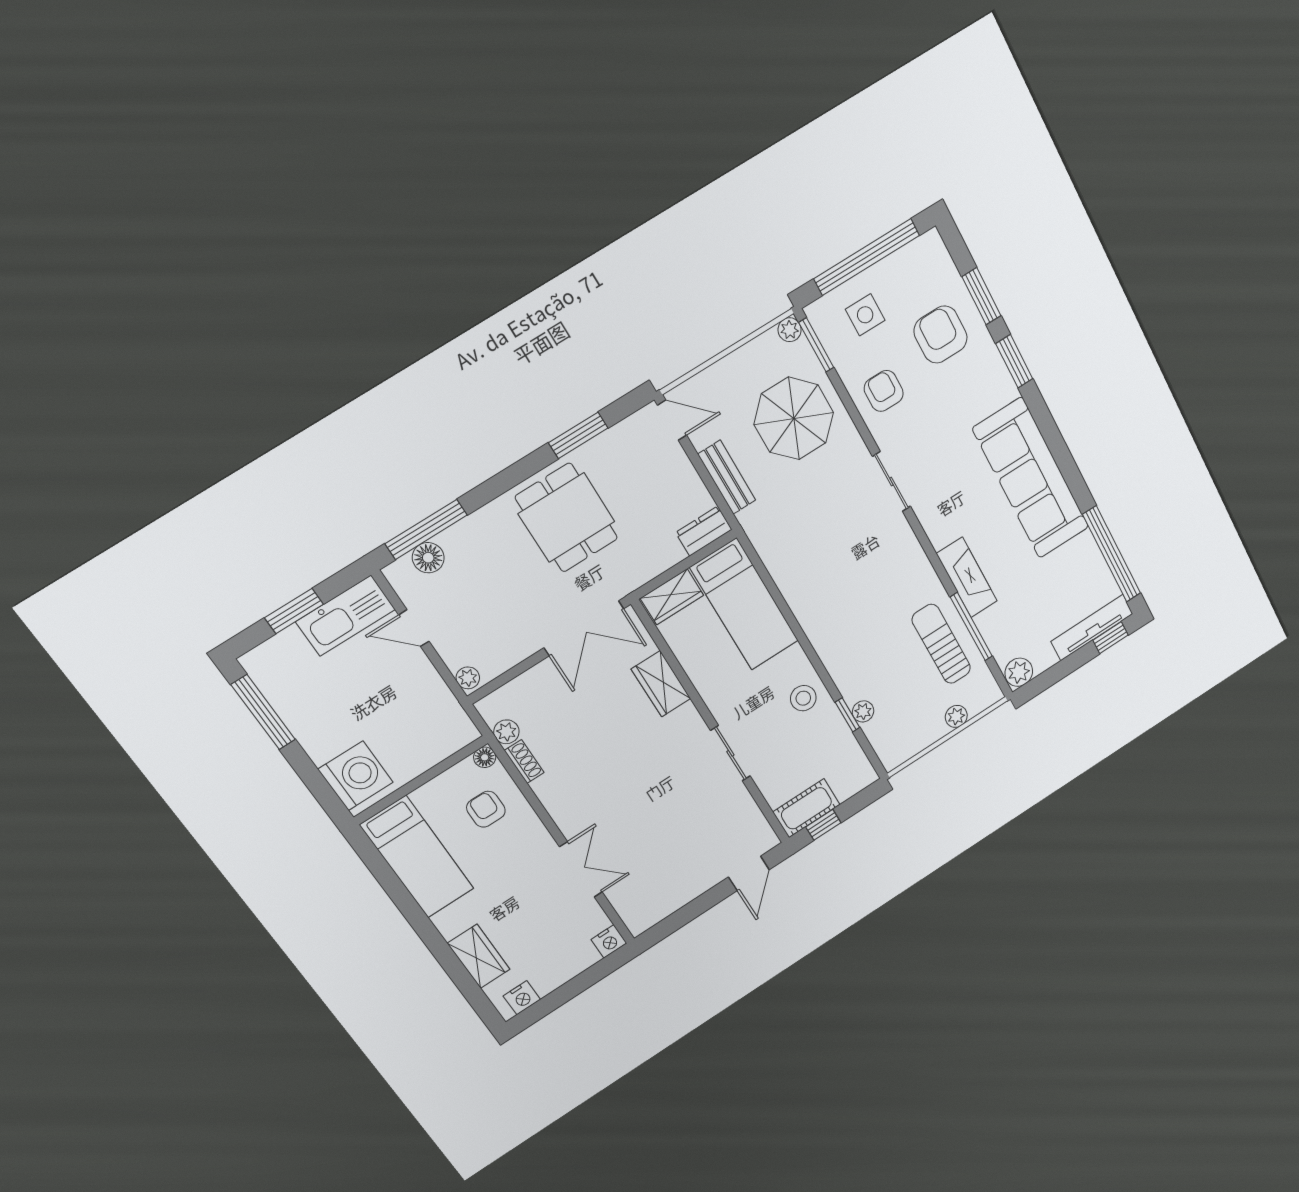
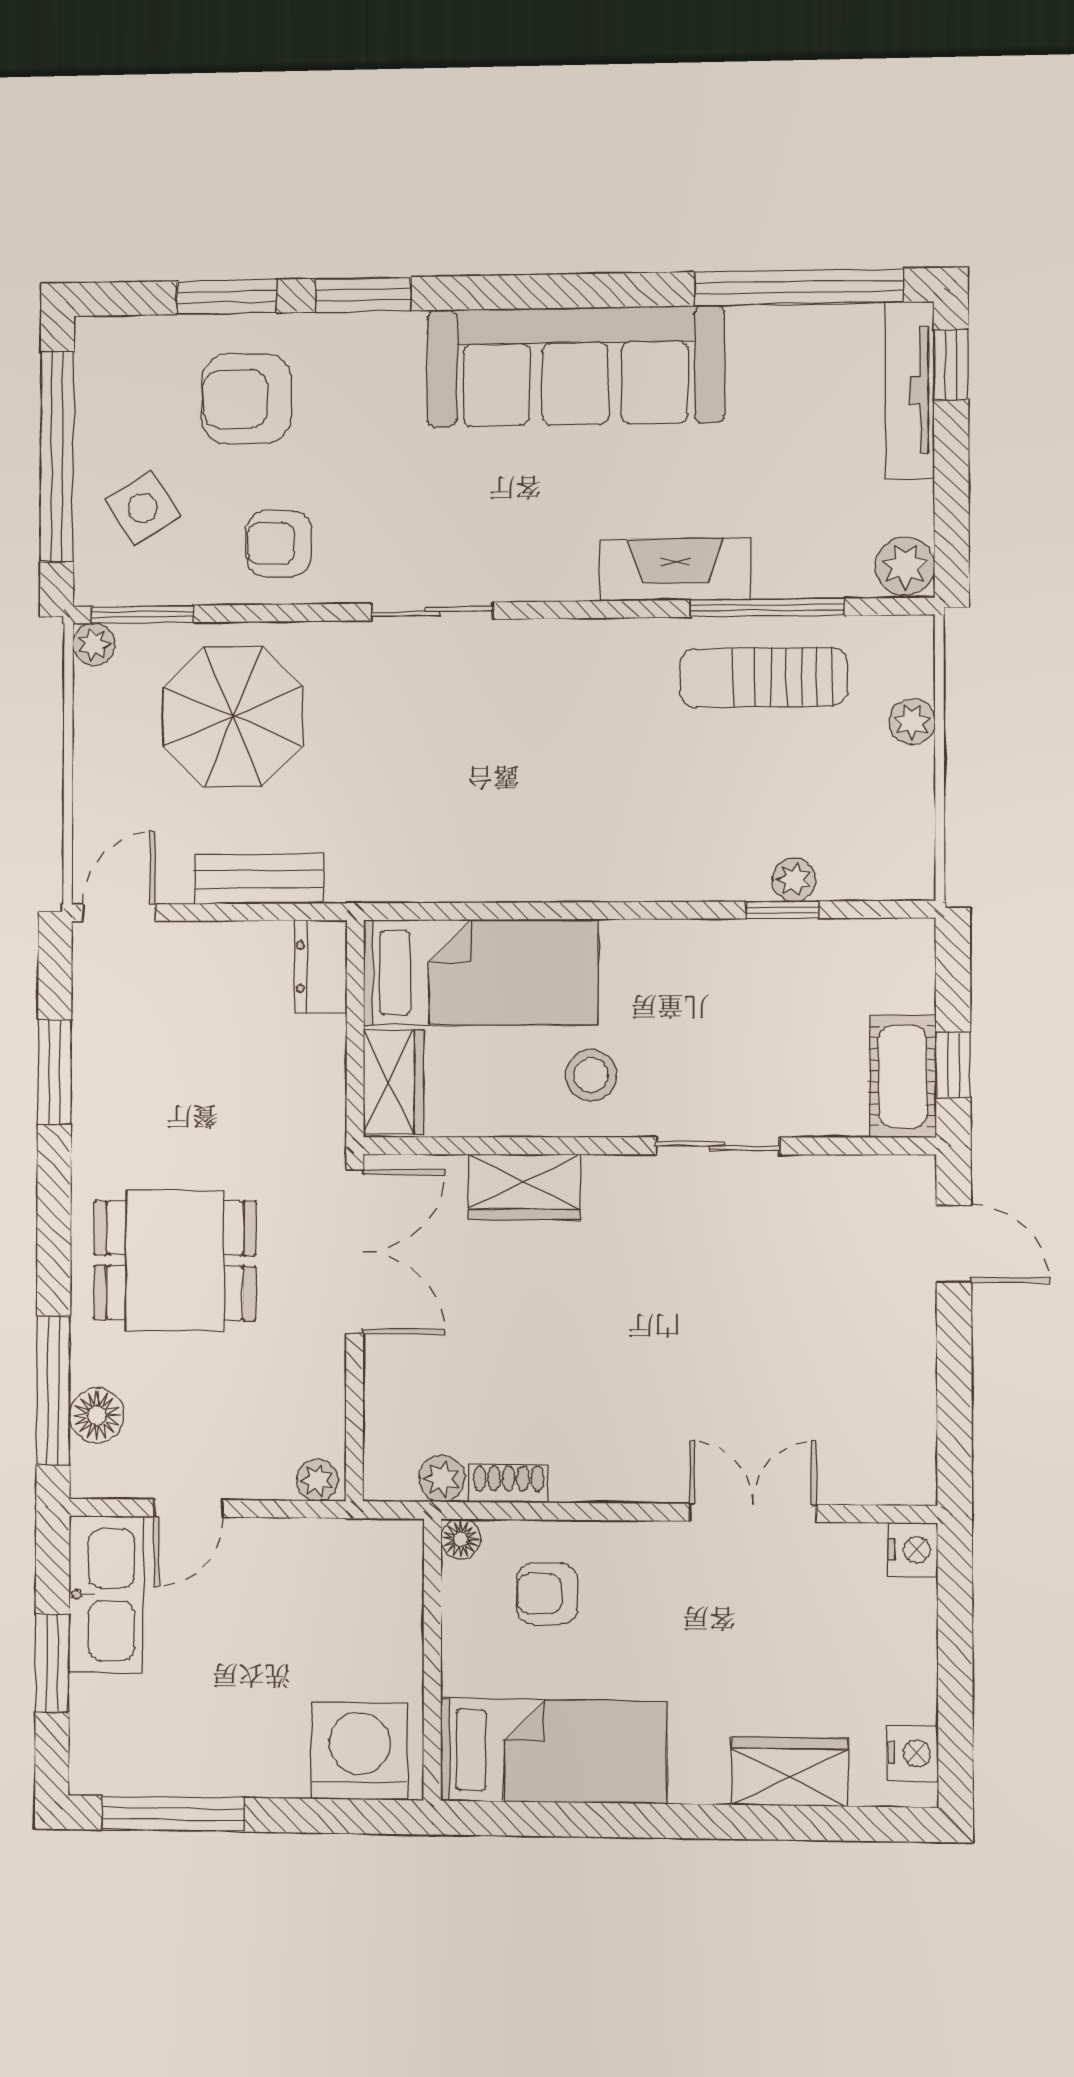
side table: (865, 315) -> (143, 508), turned -32
dining table: (567, 518) -> (175, 1260), moved
stool: (803, 698) -> (591, 1075), moved

